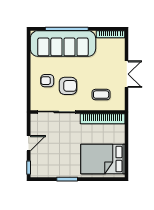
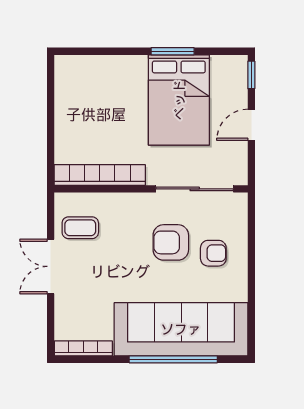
coffee table: (101, 95) -> (80, 228), moved
bed: (103, 159) -> (179, 100), moved, turned 90

